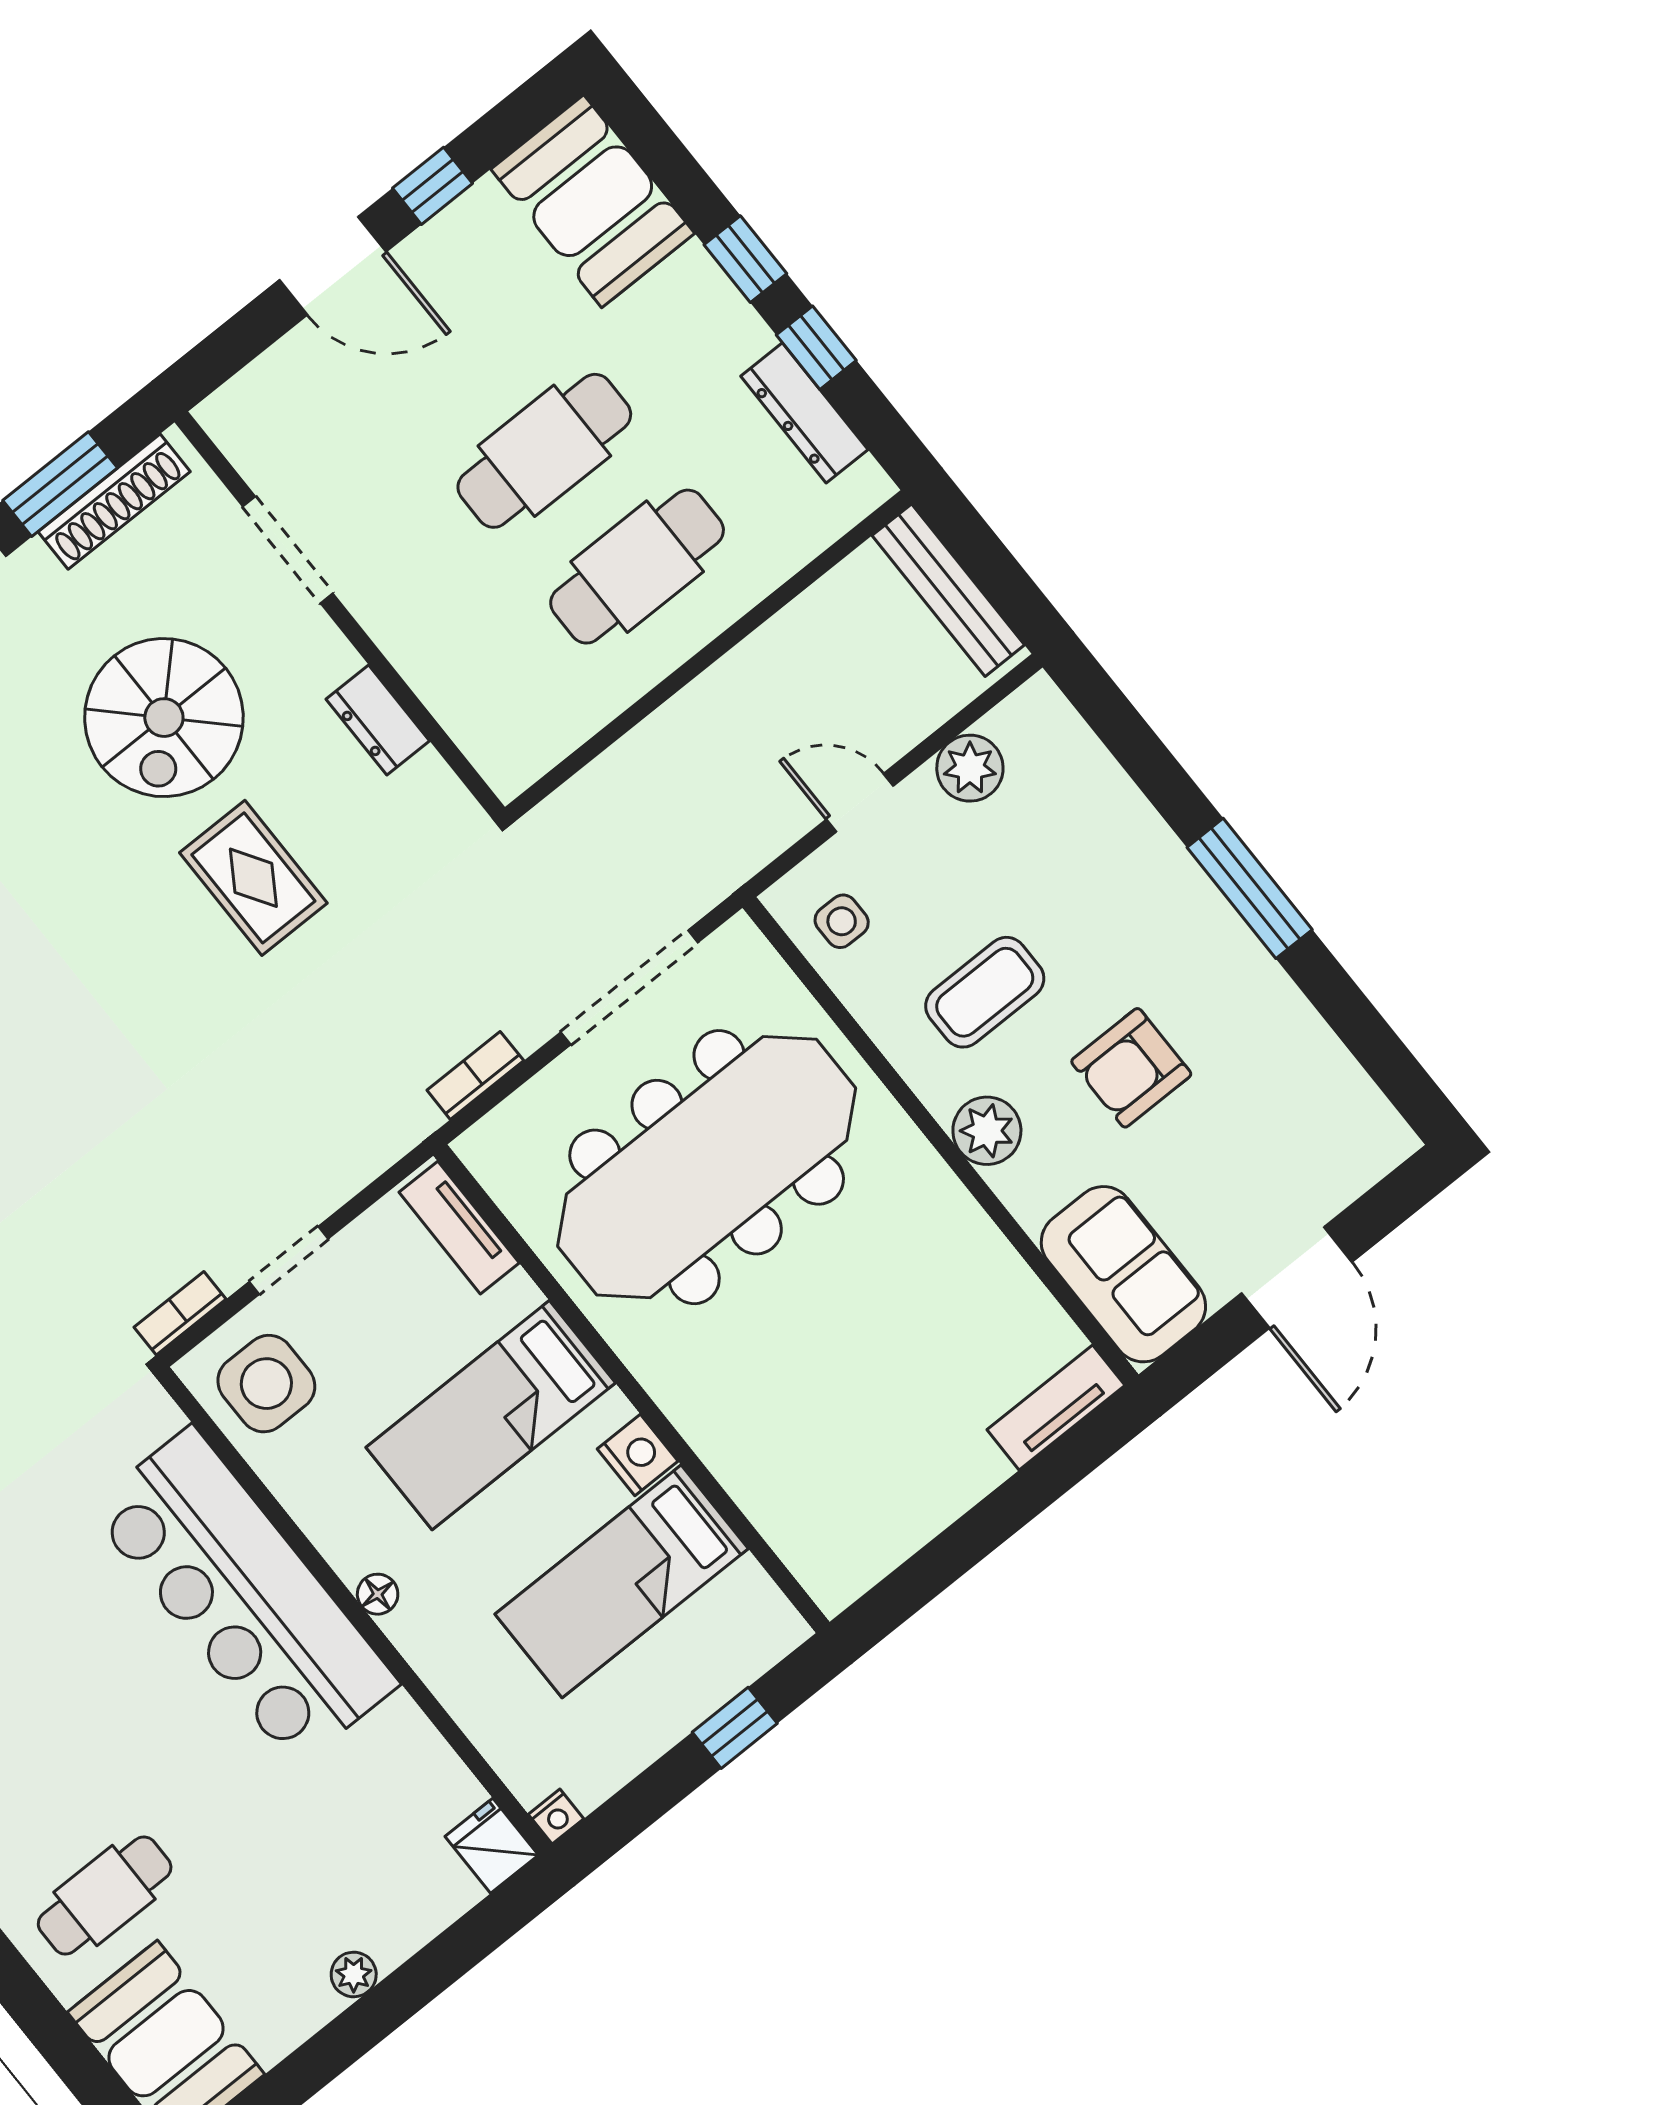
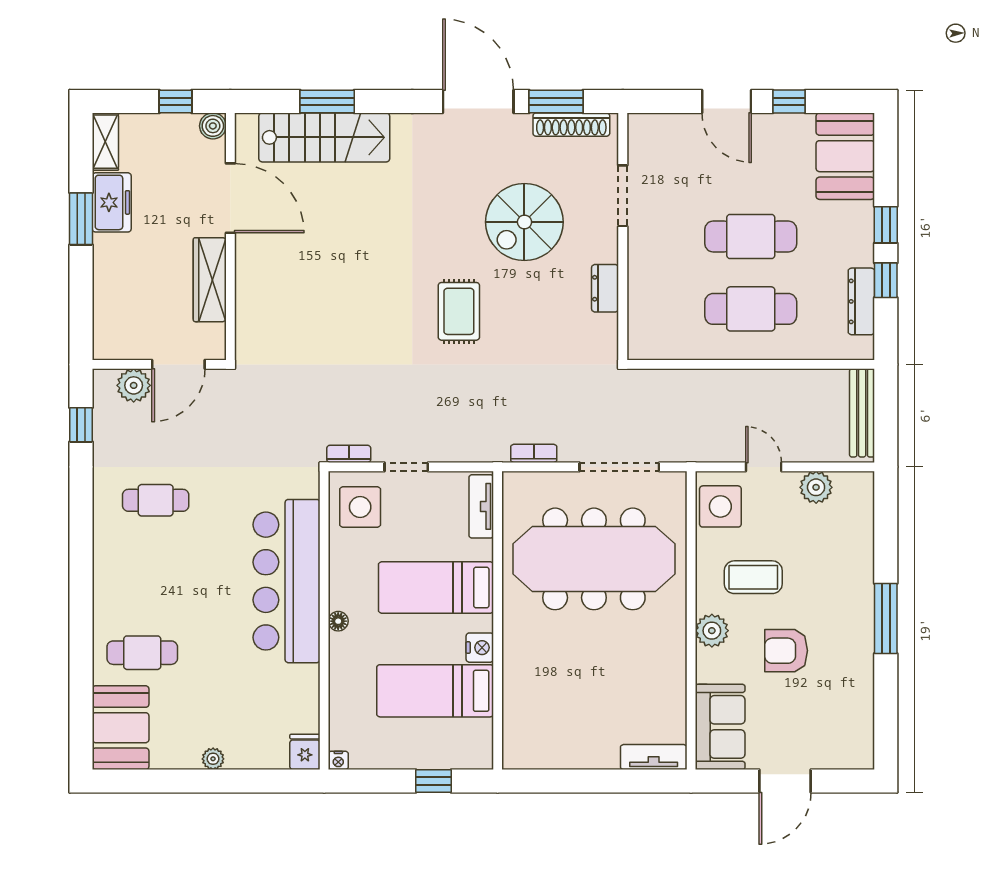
rug: (253, 878) -> (459, 311), moved
side table: (842, 921) -> (720, 506), width x1.87, depth x1.87

